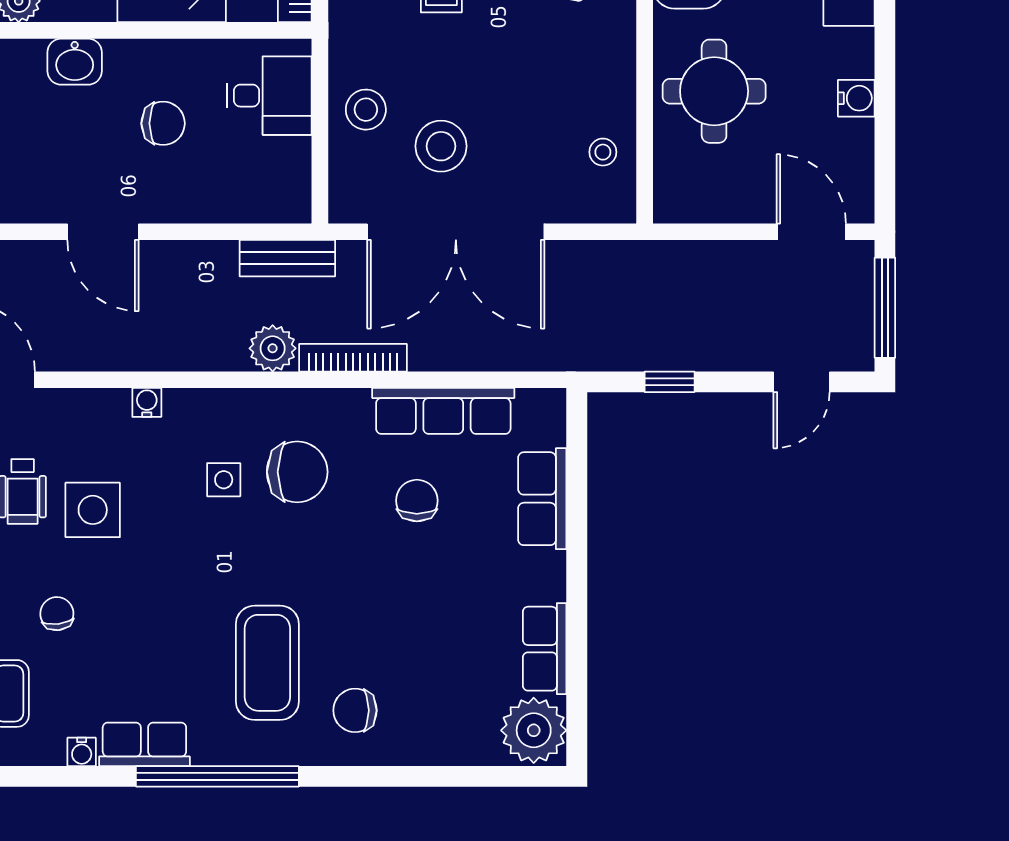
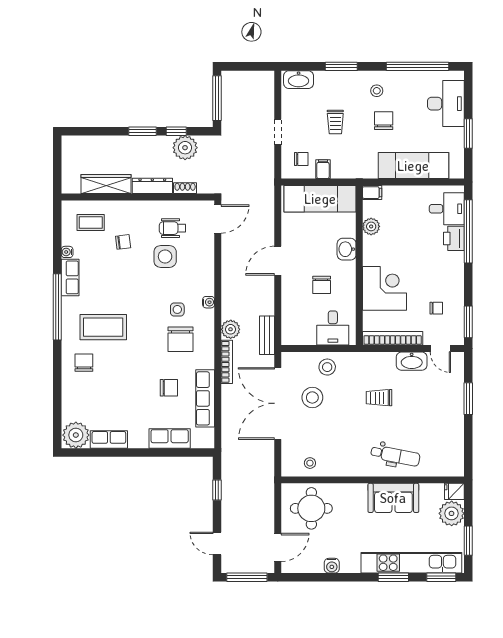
round table: (714, 91) -> (311, 508), moved
water cooler: (147, 402) -> (209, 302), moved

